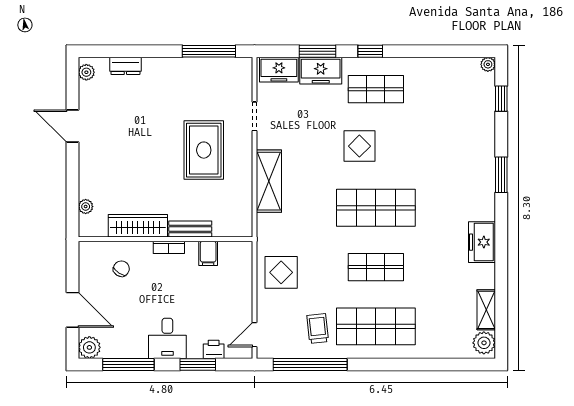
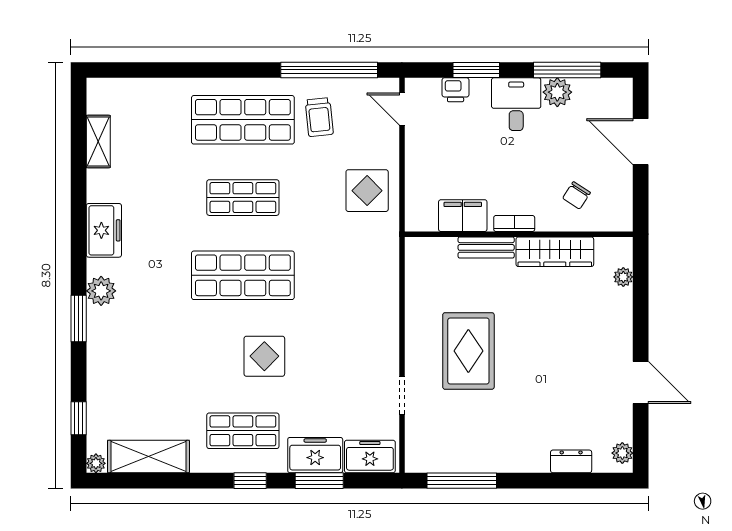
shelving: (269, 181) -> (148, 457), moved, turned 90
filing cabinet: (208, 253) -> (463, 216), width x2.00
door: (254, 335) -> (402, 109), swing flipped
plant: (484, 343) -> (101, 291), moved
plant: (89, 347) -> (557, 92), moved

